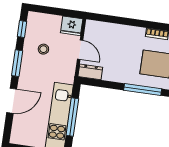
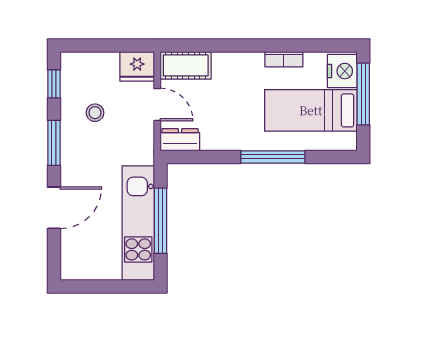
cot: (100, 29) -> (186, 65), added

